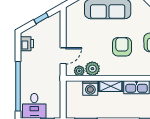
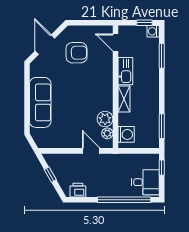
armchair: (122, 47) -> (81, 87), removed
washing machine: (90, 88) -> (126, 134), moved

